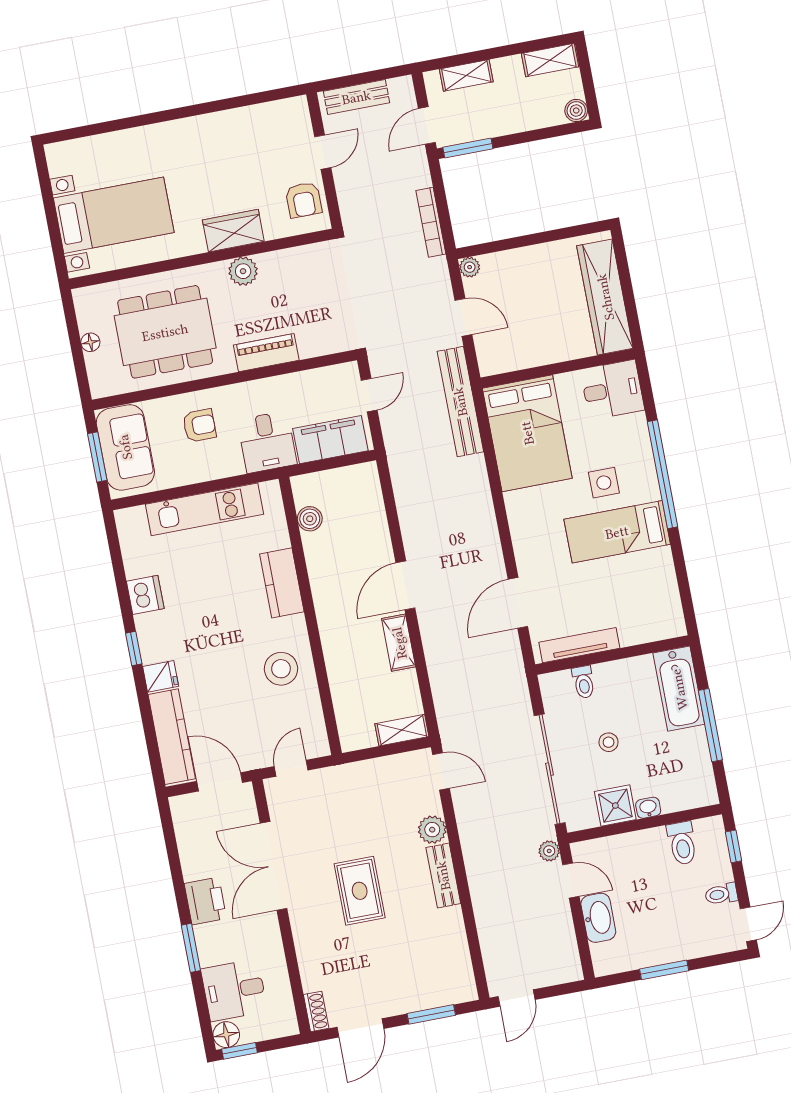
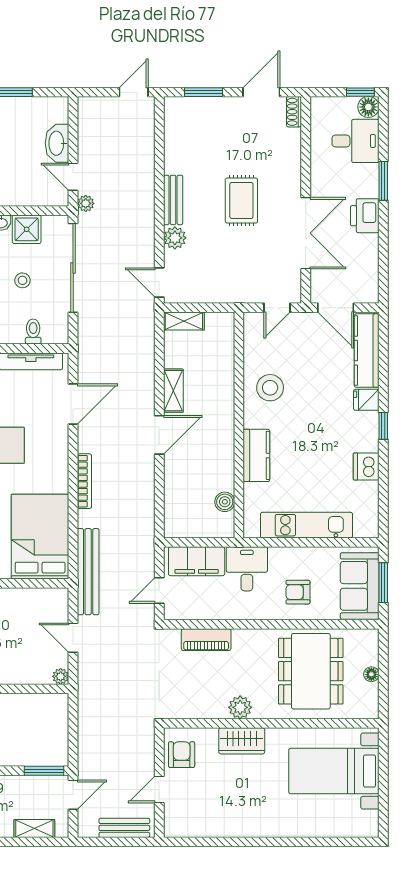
bookcase: (431, 222) -> (84, 481), moved
dining table: (165, 332) -> (311, 671), turned 90
piano: (266, 353) -> (206, 640), moved

